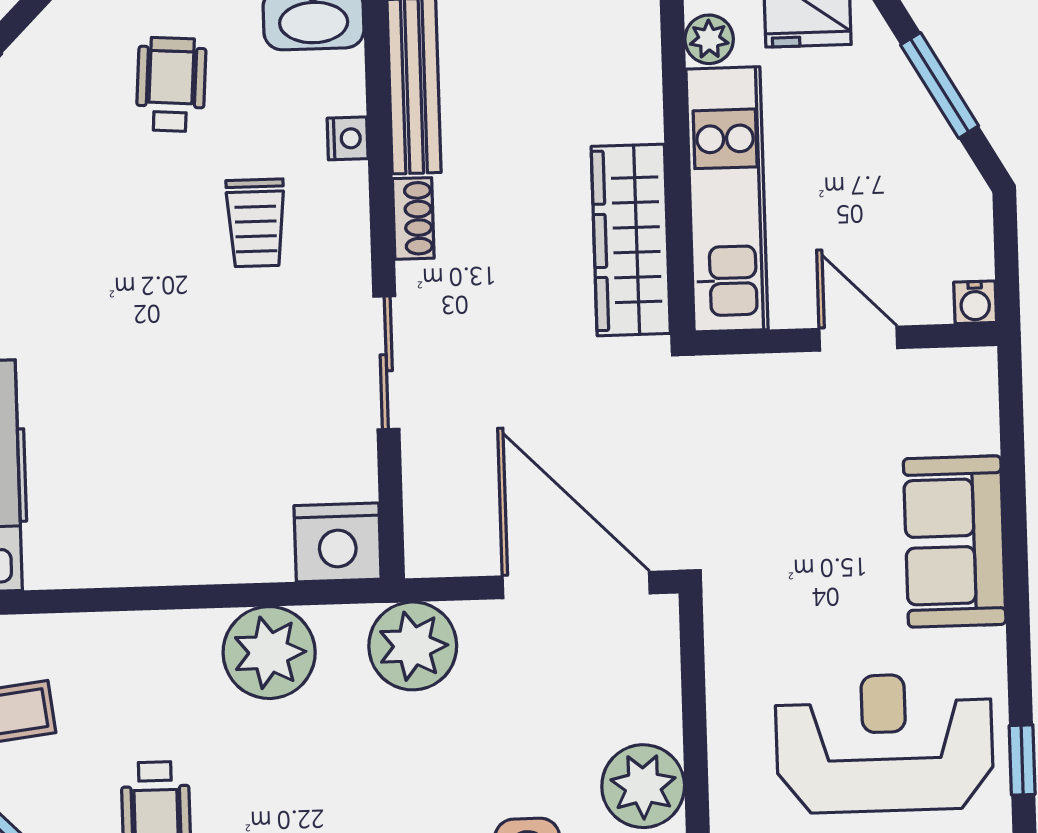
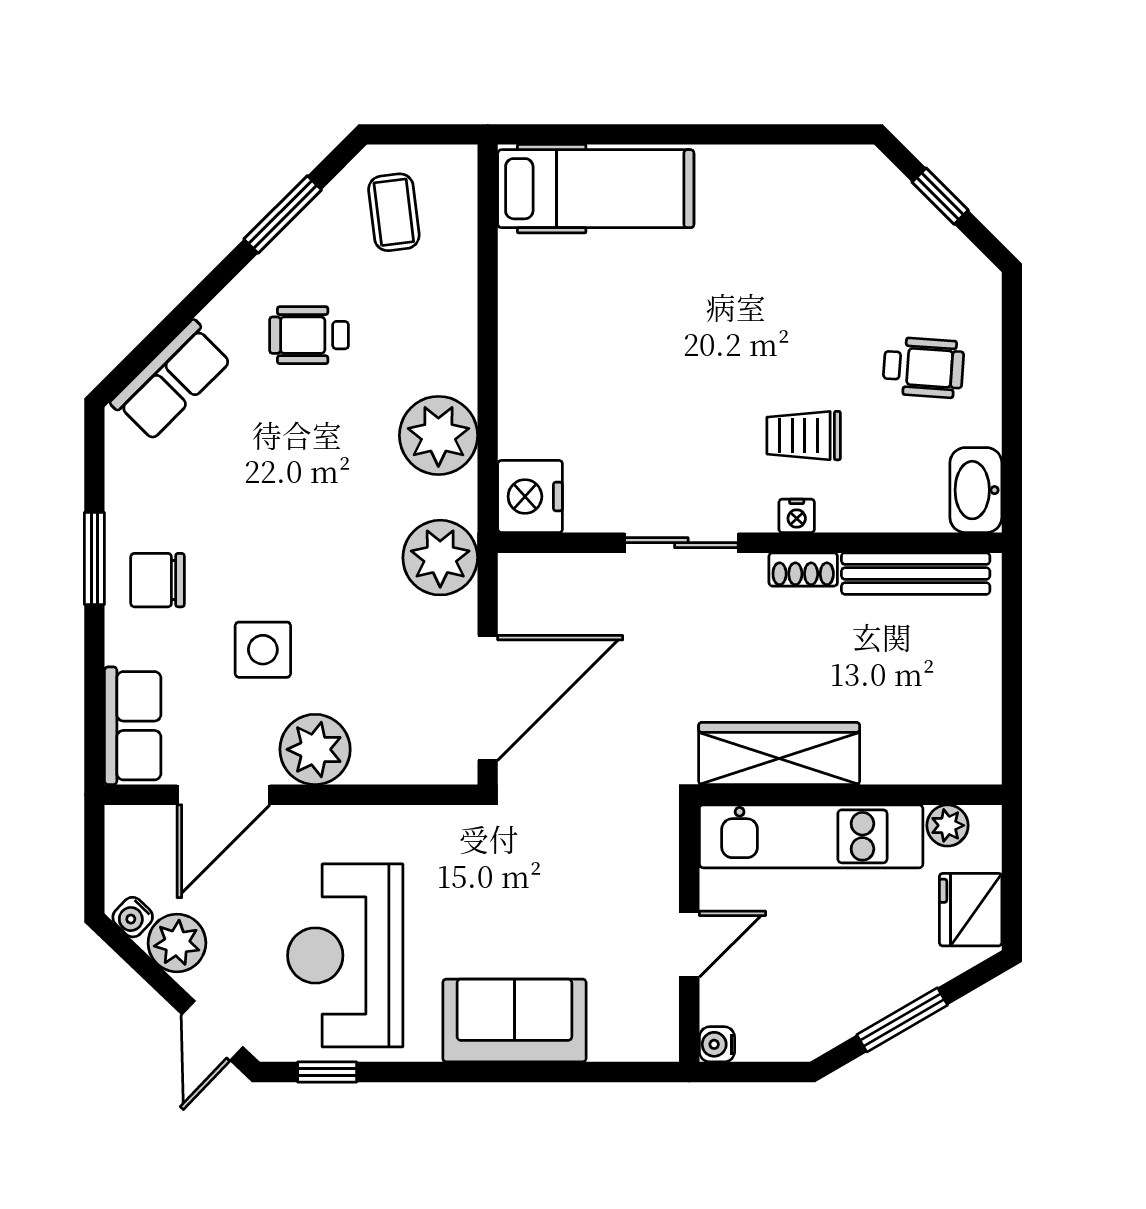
nightstand: (348, 138) -> (797, 516), moved
reception desk: (884, 743) -> (345, 955), turned 180

